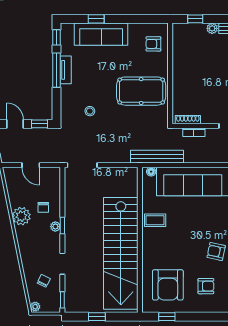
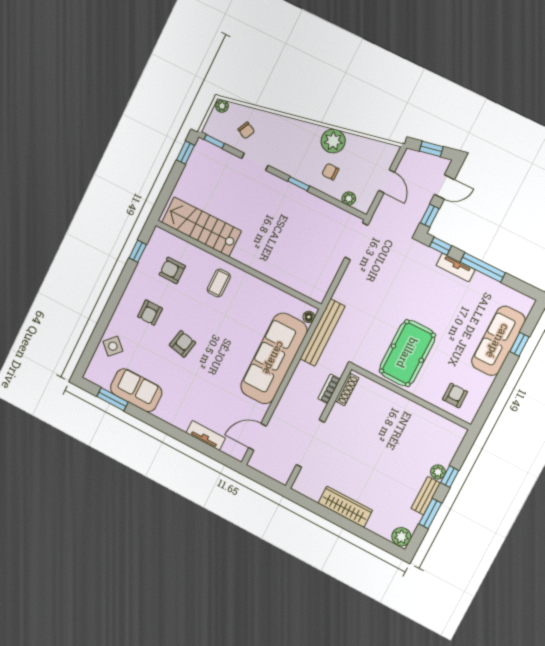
window: (195, 19) -> (450, 477), moved
window: (57, 37) -> (440, 246), moved
tv unit: (66, 70) -> (456, 267), moved
stool: (90, 111) -> (414, 282), removed
door: (31, 165) -> (387, 181), swing flipped
coffee table: (155, 220) -> (219, 283), moved
plant: (55, 227) -> (349, 199), moved
stairs: (121, 253) -> (201, 227), width x0.54, depth x0.66
armchair: (168, 285) -> (172, 270), width x0.53, depth x0.53
window: (97, 317) -> (185, 153), moved

